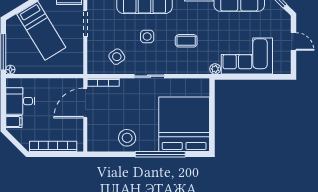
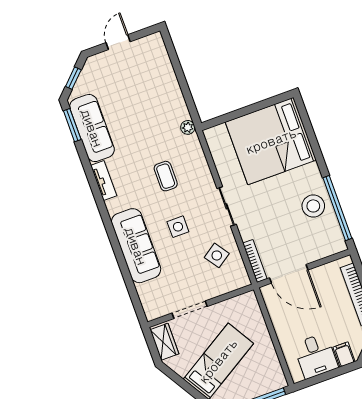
corner sofa: (247, 56) -> (157, 94), removed
floor lamp: (10, 70) -> (281, 382), removed
window: (160, 154) -> (337, 208), moved

